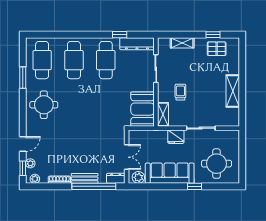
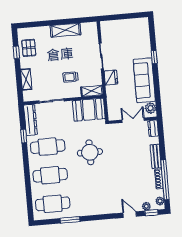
round table: (44, 105) -> (90, 152), moved
round table: (217, 164) -> (132, 39), removed
window: (94, 186) -> (165, 180), moved

